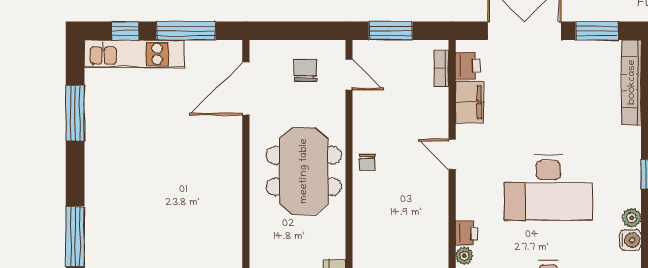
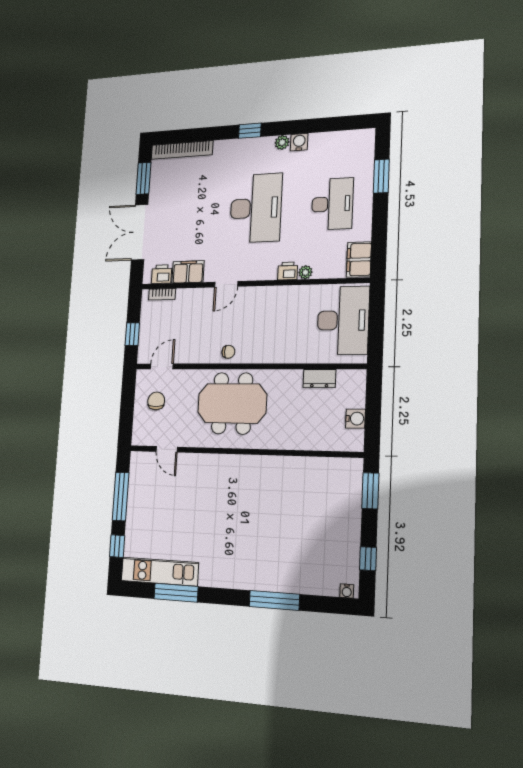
window: (391, 31) -> (132, 334), width x0.67
kitchen unit: (134, 54) -> (160, 572), moved, turned -90
chair: (306, 70) -> (156, 401), turned 90
door: (246, 89) -> (167, 449), width x0.53

